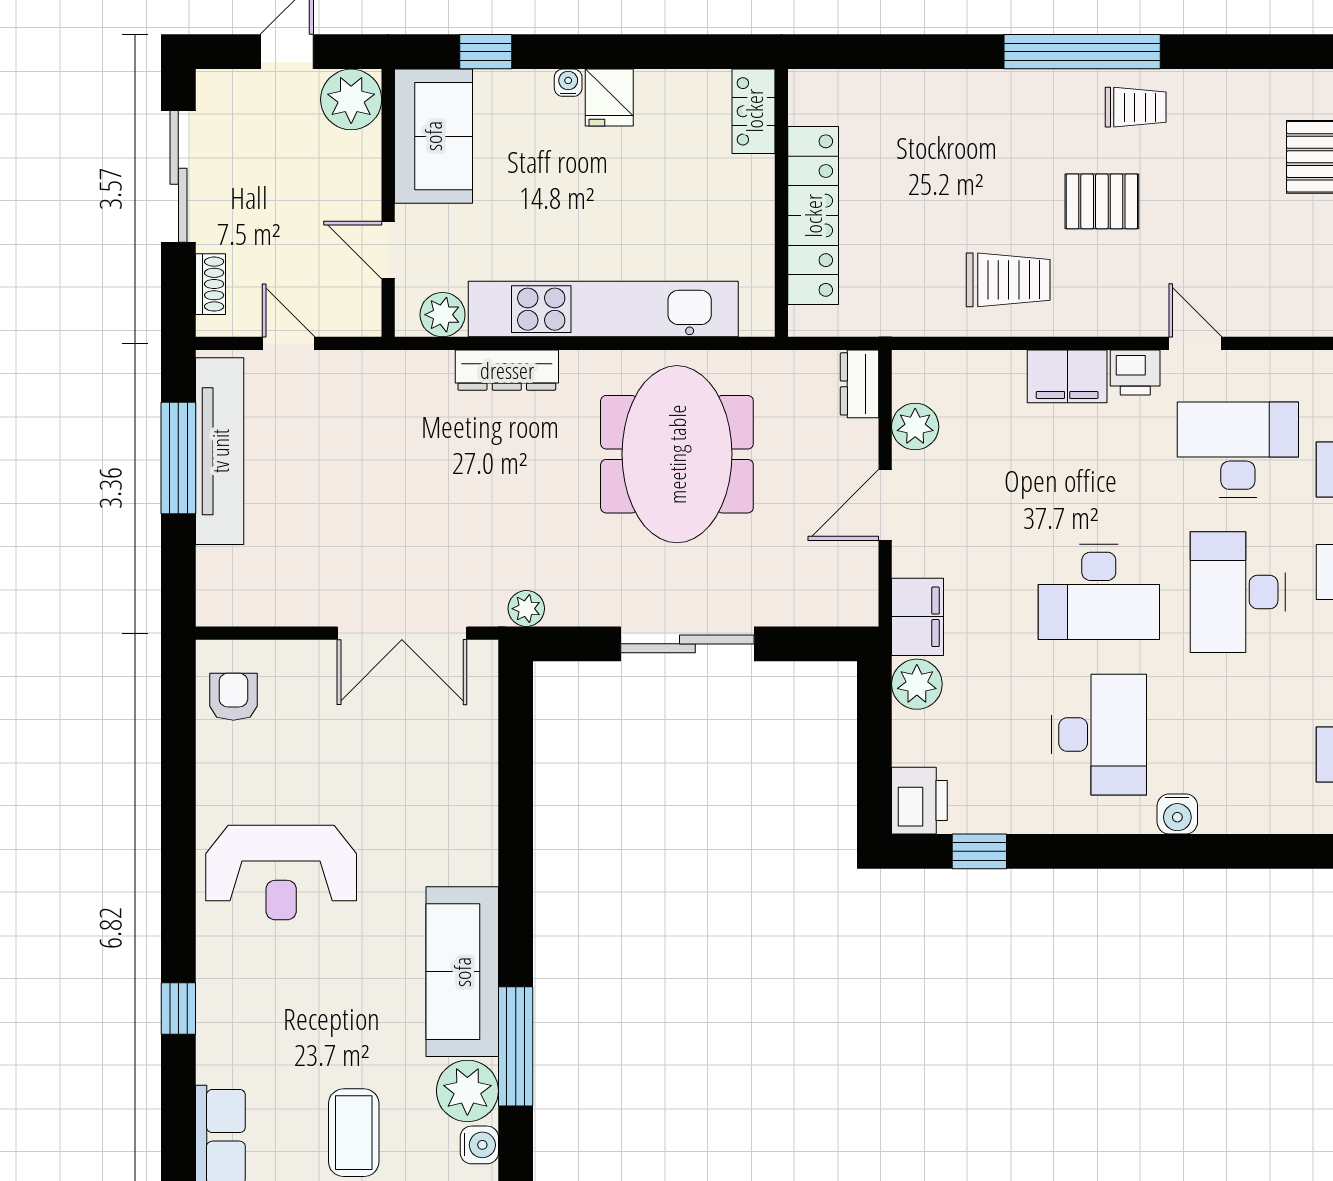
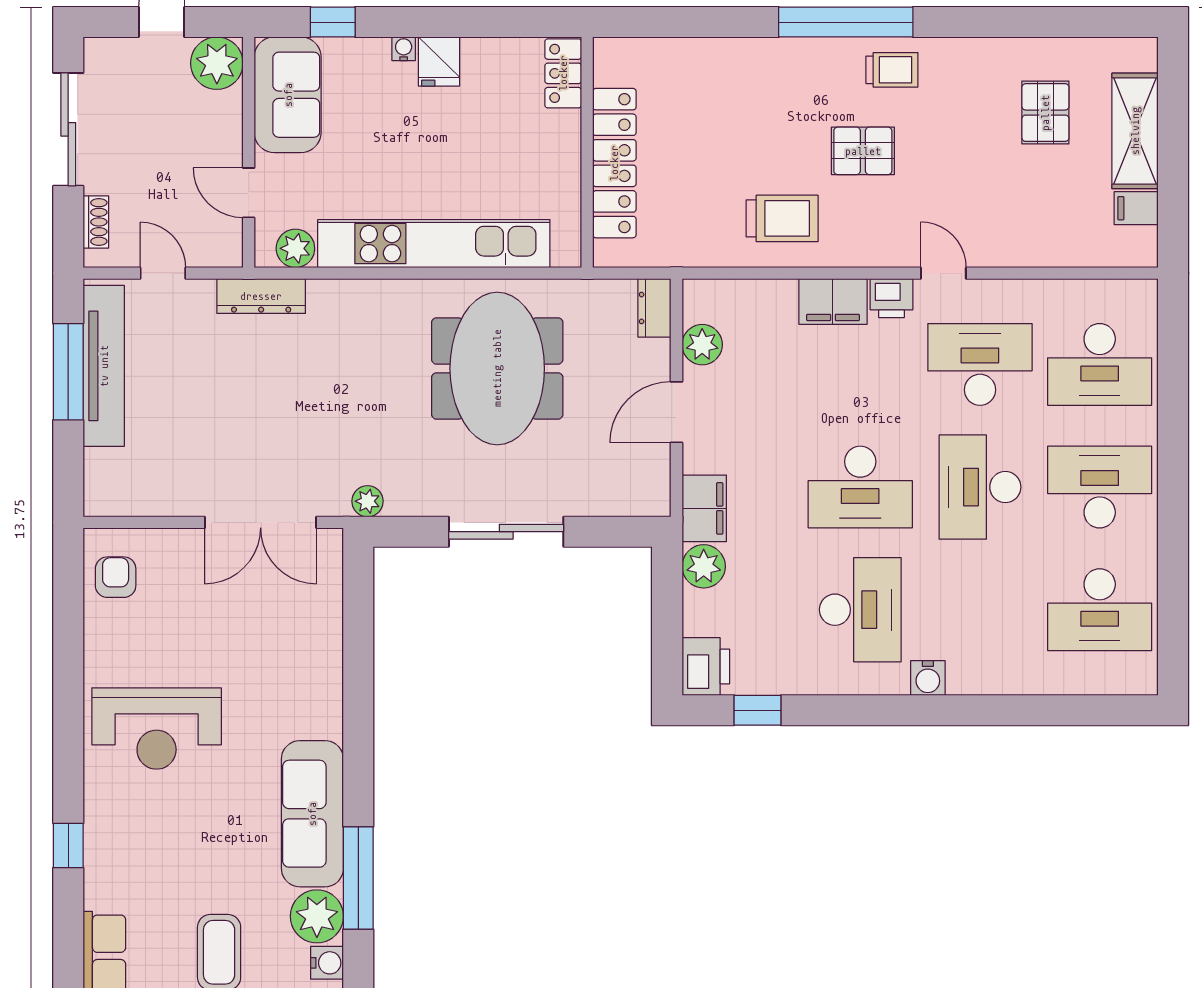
dresser: (507, 370) -> (261, 296), moved

